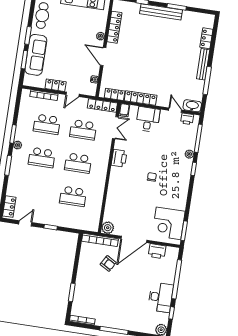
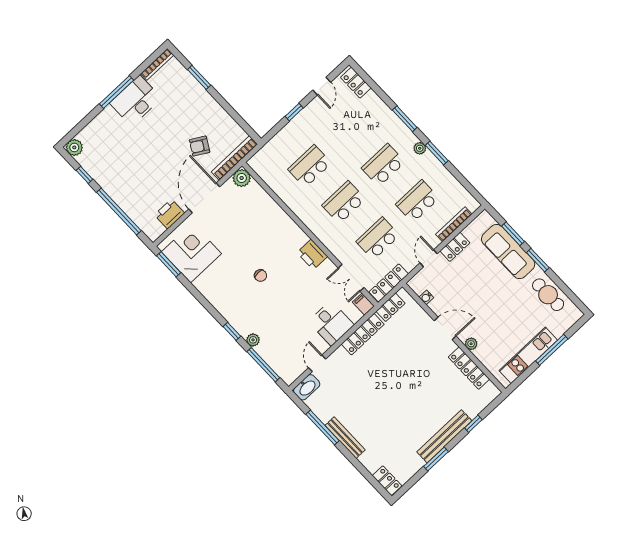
locker: (206, 38) -> (387, 481), moved
door: (175, 110) -> (317, 363), swing flipped
printer: (187, 119) -> (296, 369), removed
desk: (161, 297) -> (136, 101), moved, turned 90

